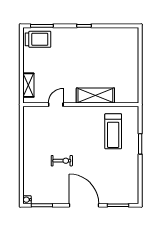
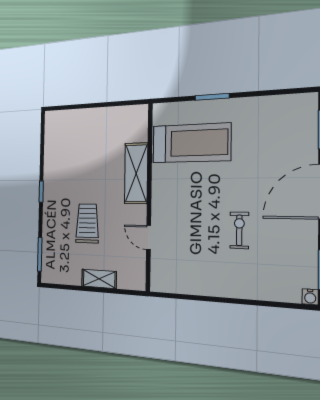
trolley: (38, 39) -> (87, 223), moved
shelving: (28, 85) -> (99, 279), moved
treadmill: (113, 131) -> (191, 143), width x1.37, depth x1.38

